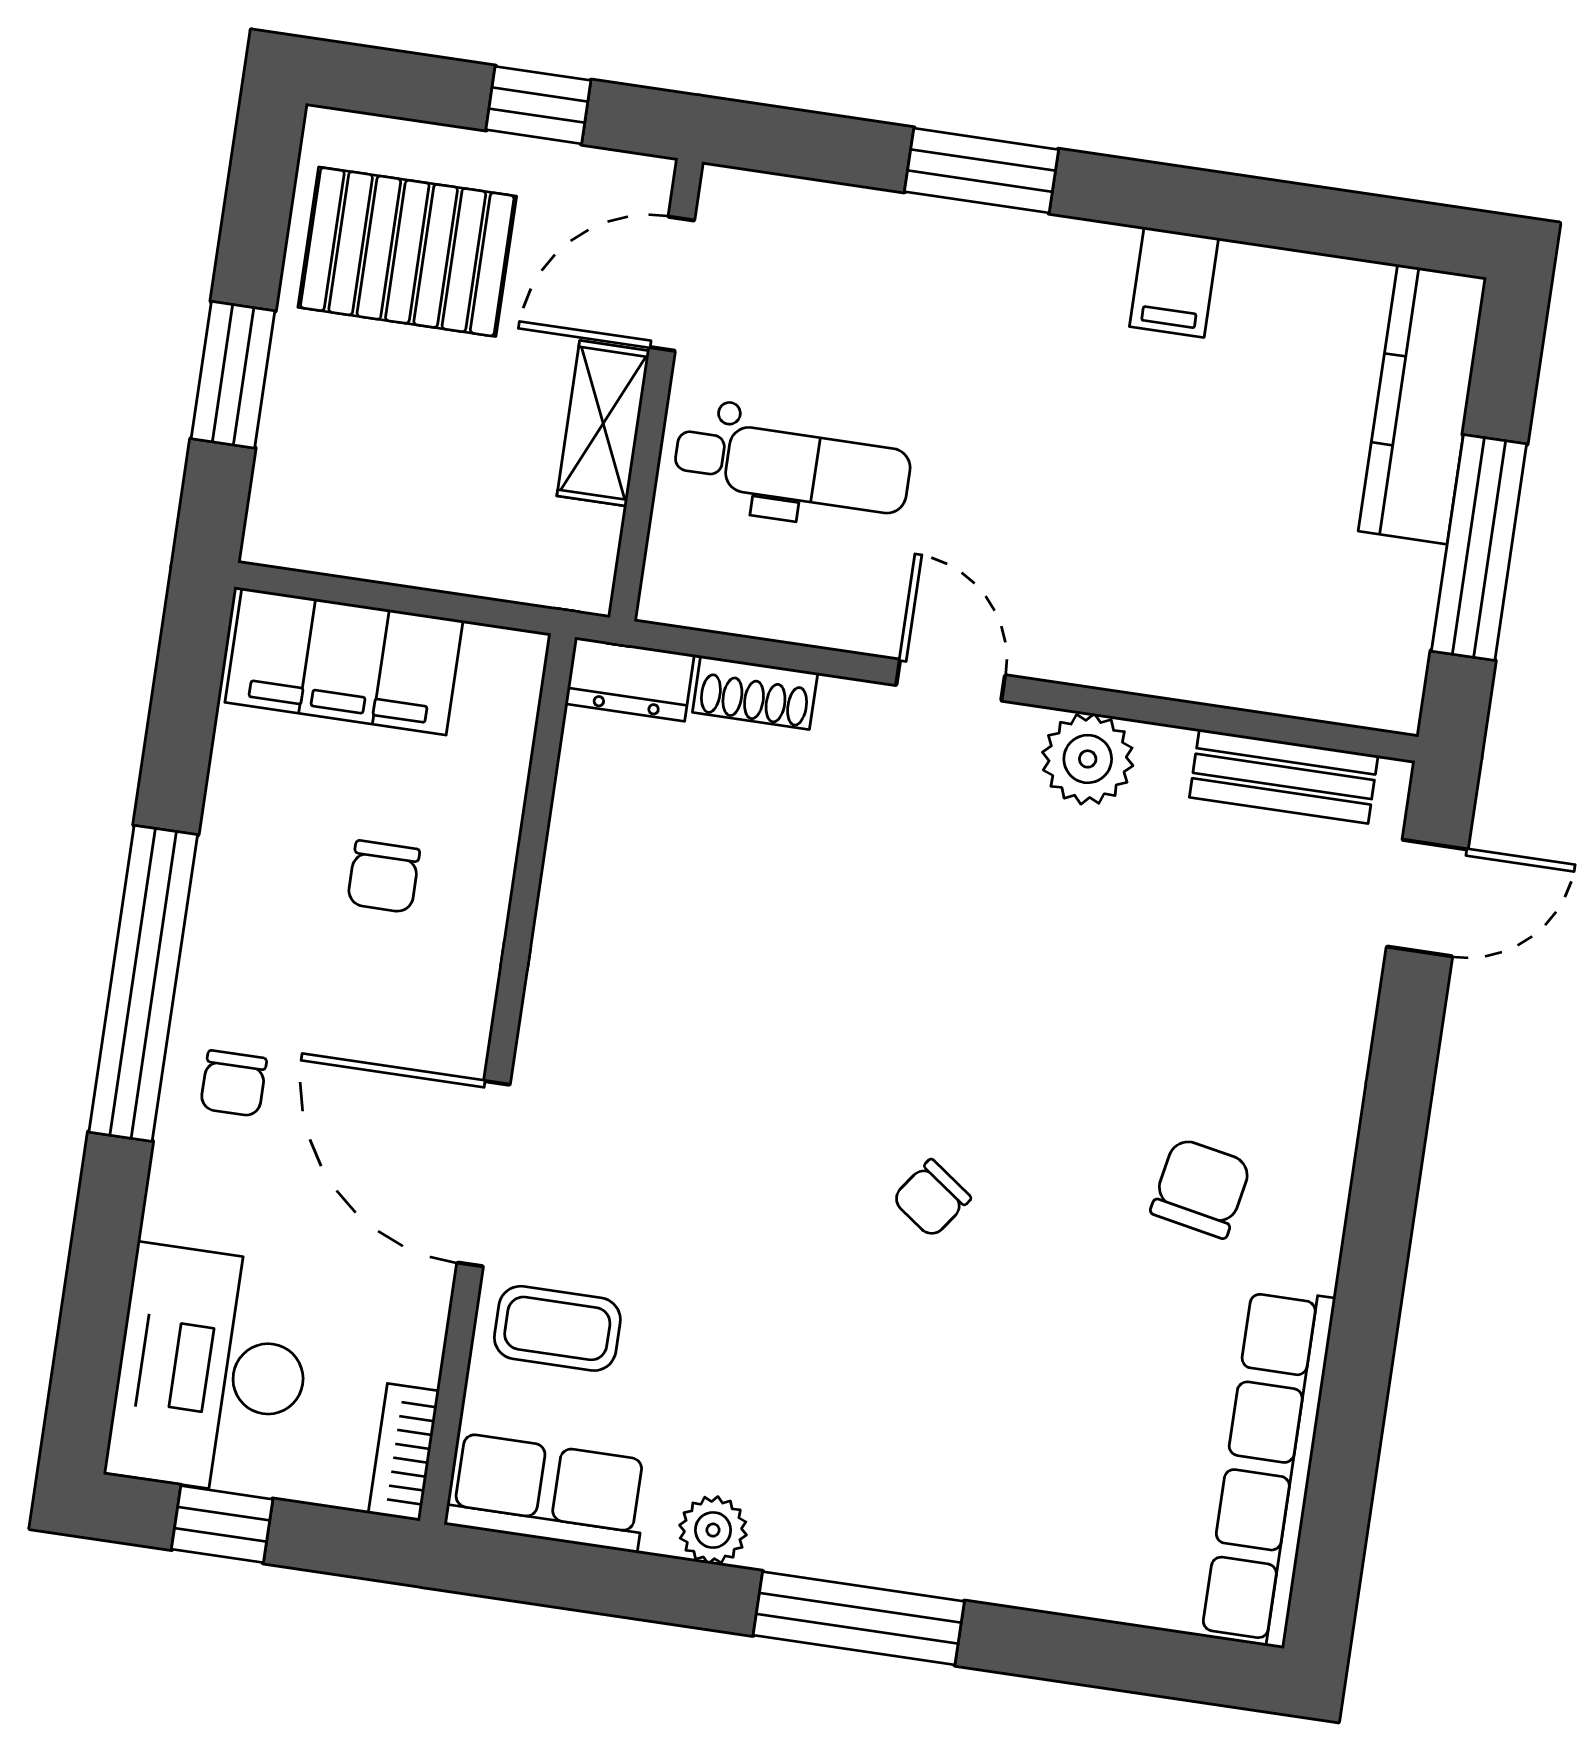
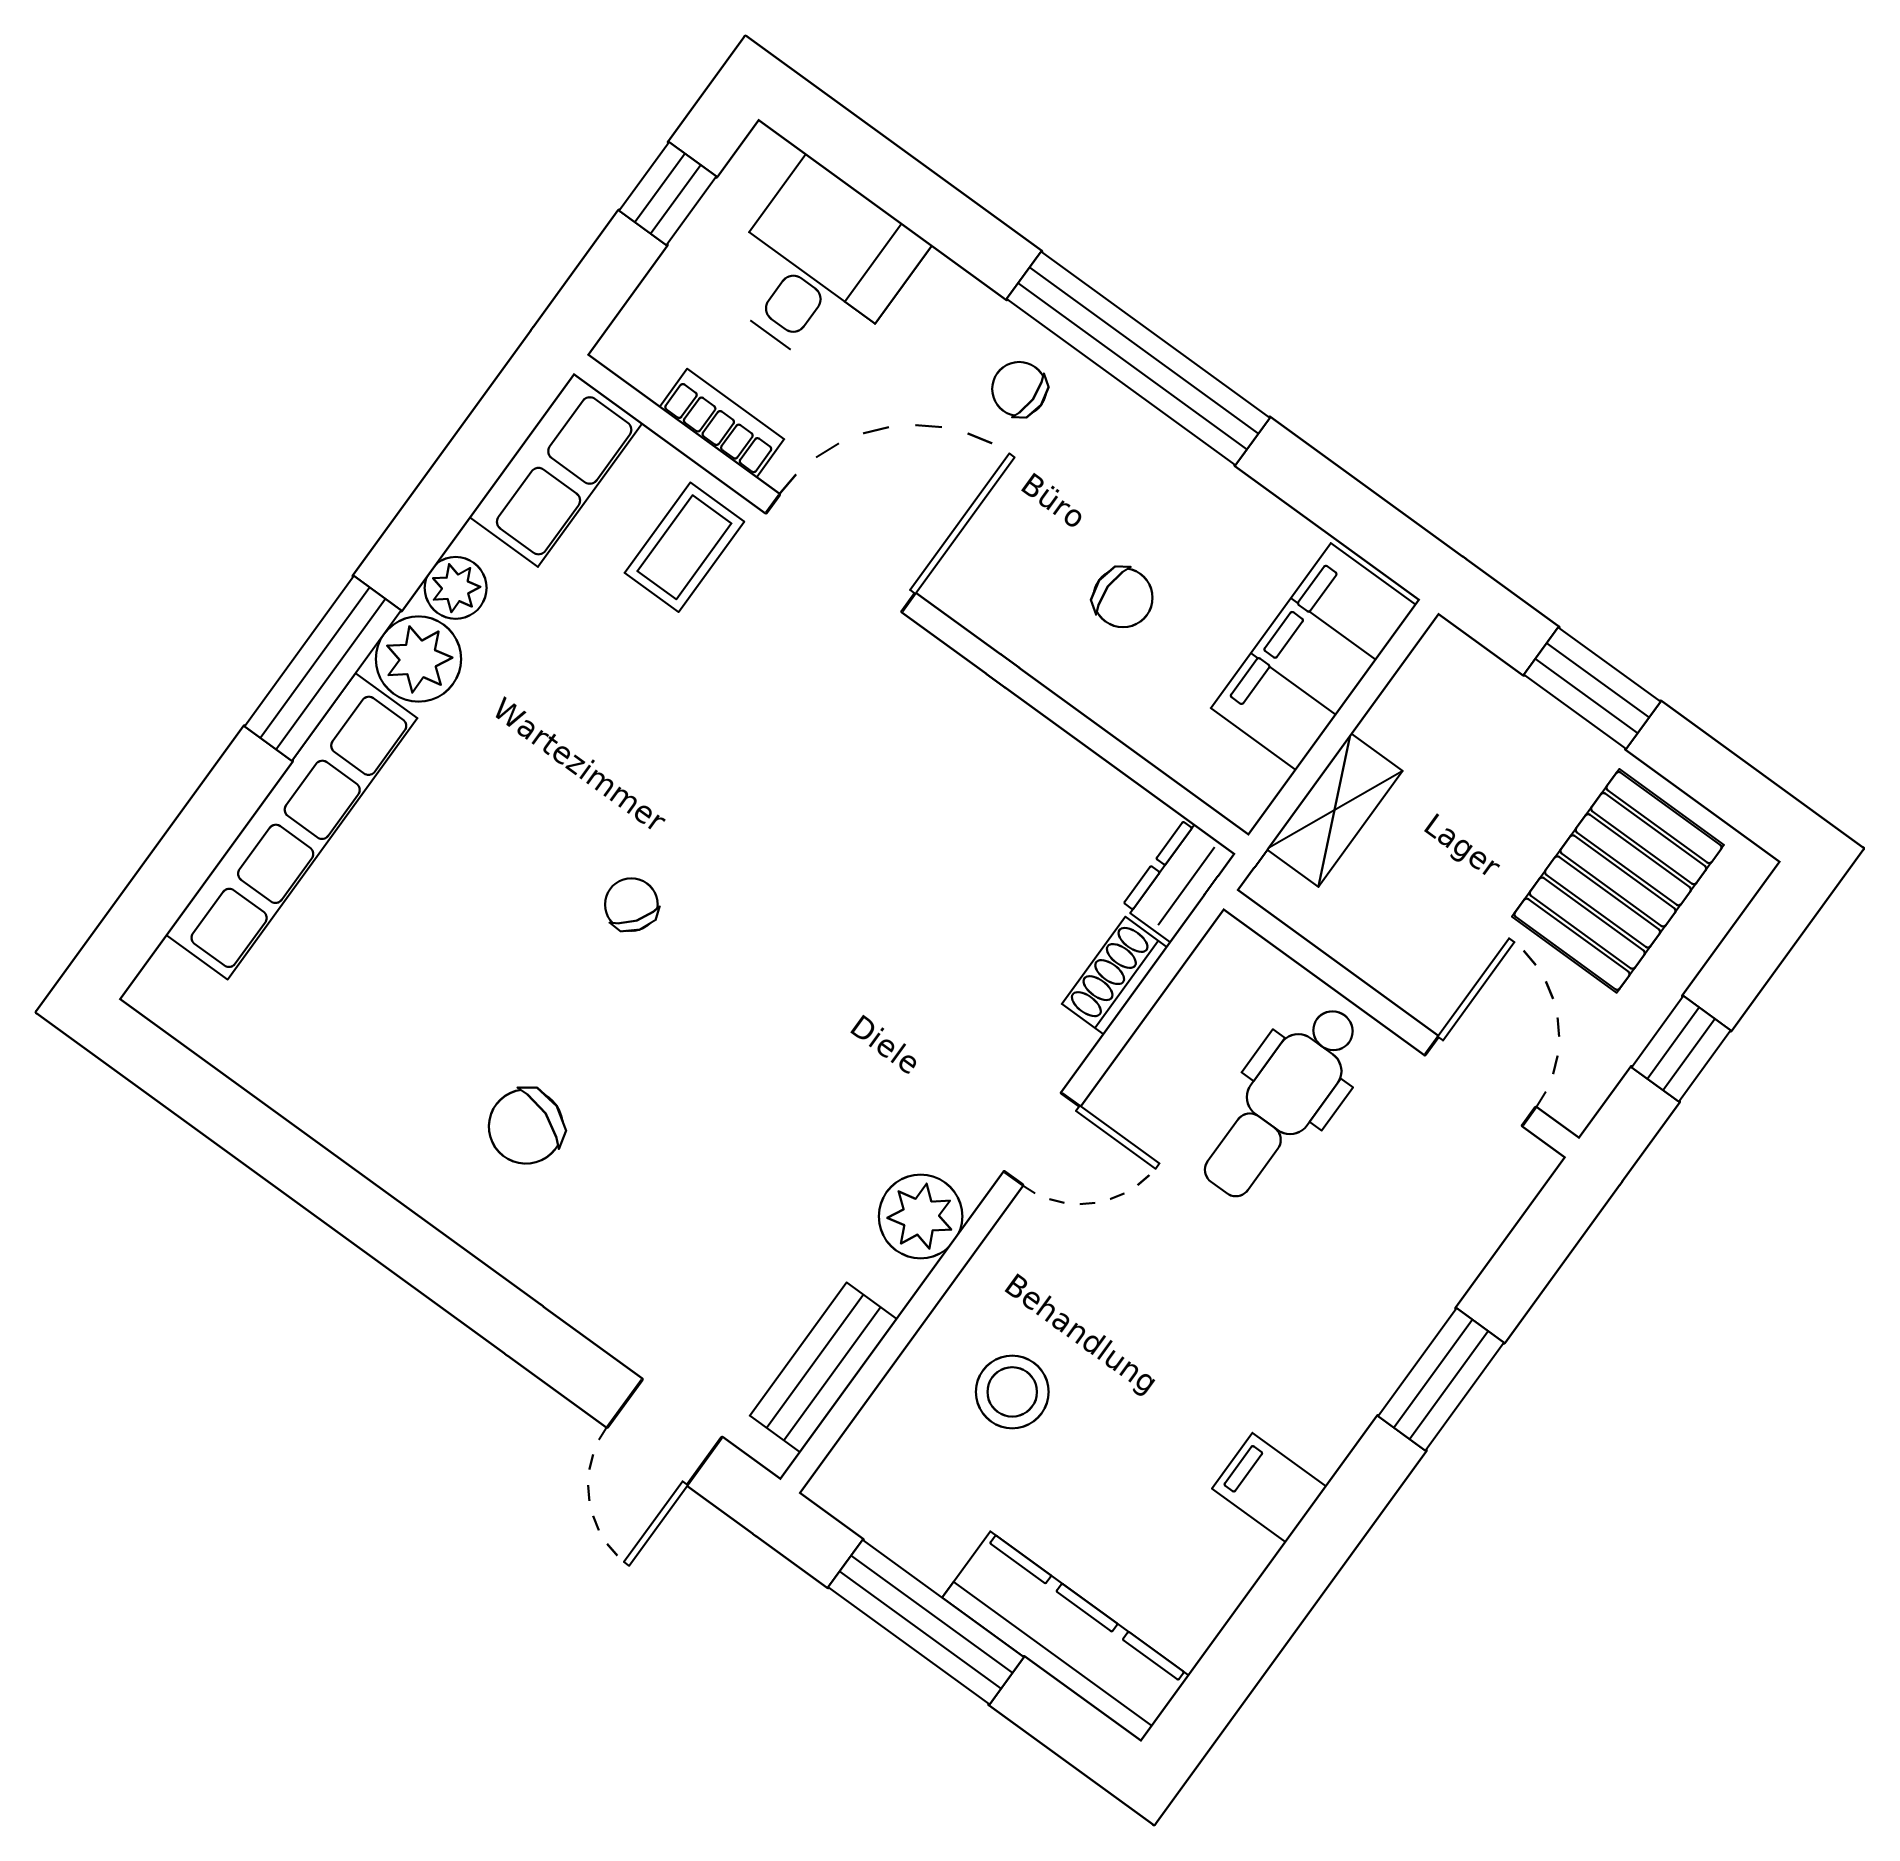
shelving: (603, 423) -> (1335, 810), moved, turned 90
stool: (1212, 581) -> (1012, 1392), added
chair: (384, 877) -> (1123, 598), turned 180
chair: (1201, 1188) -> (526, 1127), turned 99
desk: (212, 1371) -> (820, 267), width x0.73
bookcase: (404, 1452) -> (722, 423), moved
row of seats: (1268, 1467) -> (291, 826), moved, turned 90
plant: (801, 1530) -> (418, 659), added

